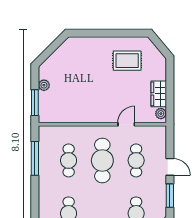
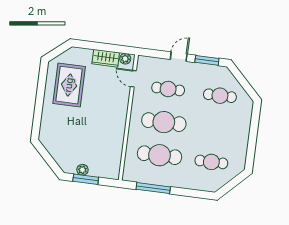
rug: (127, 61) -> (69, 85), width x1.36, depth x1.43
window: (35, 103) -> (86, 179), moved
door: (126, 124) -> (133, 79), moved
cafe table: (69, 160) -> (159, 155), width x1.37, depth x1.35

